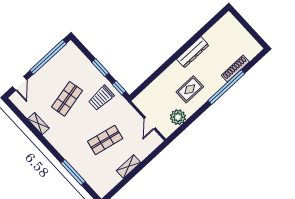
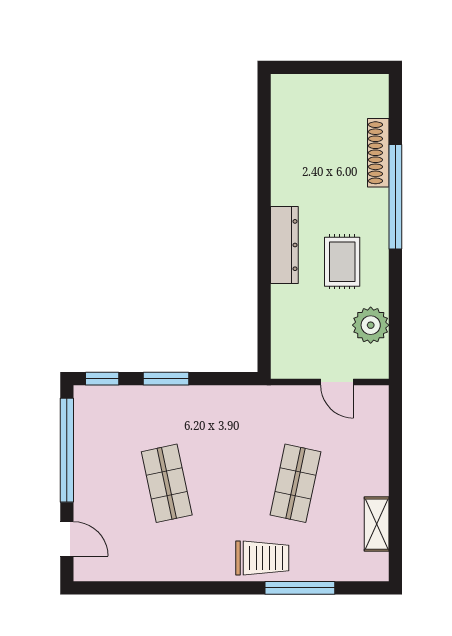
dresser: (193, 52) -> (284, 245), moved
window: (119, 88) -> (102, 379), moved
trolley: (101, 98) -> (262, 558), moved, turned -90
shelving: (38, 124) -> (164, 570), removed
shelving: (129, 166) -> (377, 524), moved

